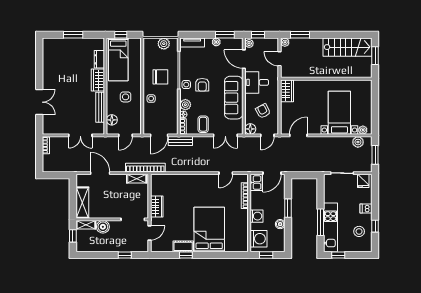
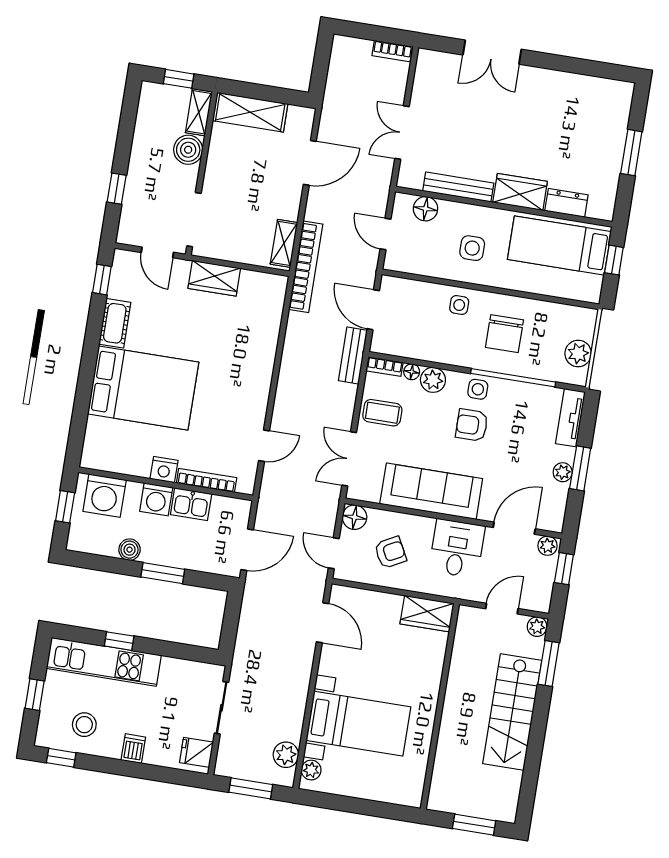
window: (225, 35) -> (580, 468), moved
stairs: (347, 47) -> (512, 712), moved
door: (226, 173) -> (264, 446), swing flipped
door: (272, 173) -> (247, 550), swing flipped
kitchen sink: (256, 182) -> (191, 504), moved
nightstand: (243, 215) -> (164, 470), added
window: (320, 222) -> (119, 641), width x0.46
window: (375, 226) -> (61, 758), moved
window: (186, 255) -> (102, 280), moved
window: (338, 255) -> (35, 695), moved

